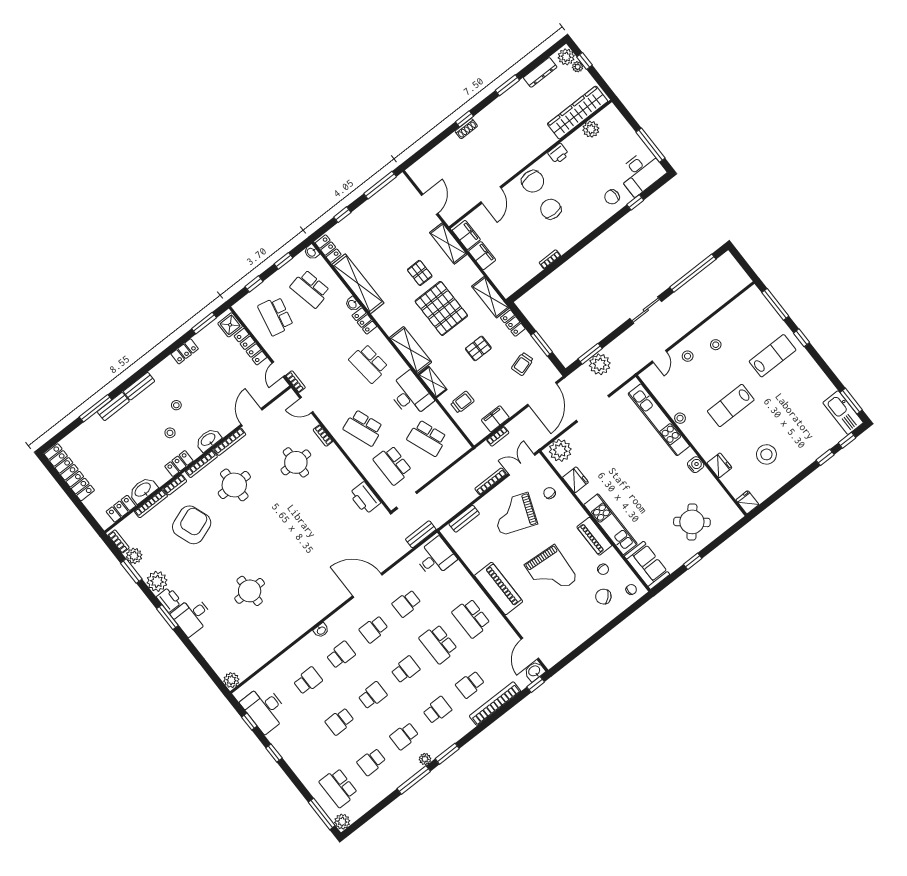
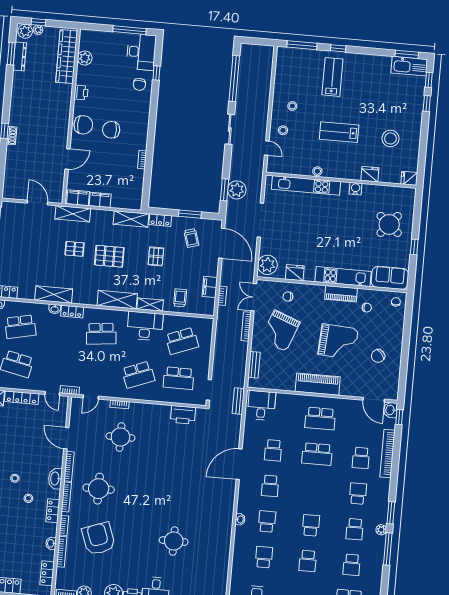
window: (507, 85) -> (11, 54), moved
door: (491, 195) -> (68, 159), hinge flipped
shelving: (358, 284) -> (54, 295), width x0.68
pallet: (441, 308) -> (109, 256), width x0.73, depth x0.71
lab bench: (731, 406) -> (339, 132), turned 90
washbasin: (143, 490) -> (51, 543), width x0.52, depth x0.69
chair: (603, 597) -> (378, 356), moved
school desk: (405, 670) -> (314, 490), removed

